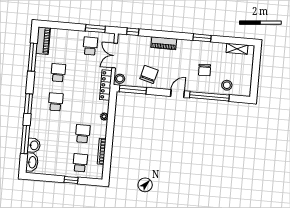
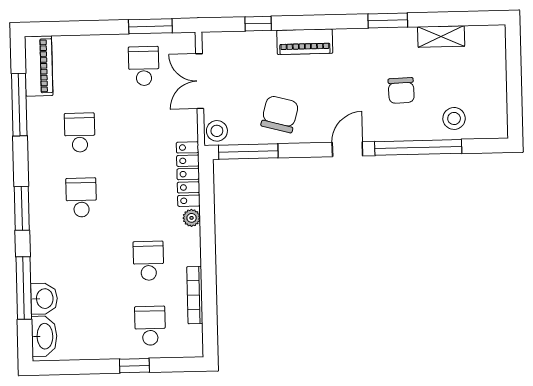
window: (133, 32) -> (258, 24), moved
shelving: (237, 49) -> (441, 36), moved
locker: (106, 85) -> (188, 174), moved

